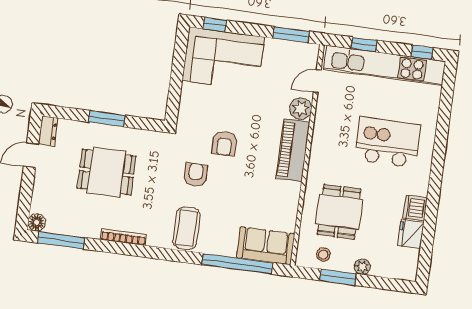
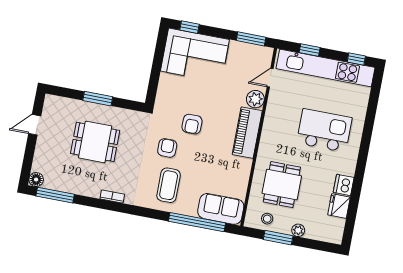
dresser: (48, 131) -> (50, 106), removed
coffee table: (186, 228) -> (169, 185), moved
bookcase: (123, 237) -> (112, 197), width x0.64

